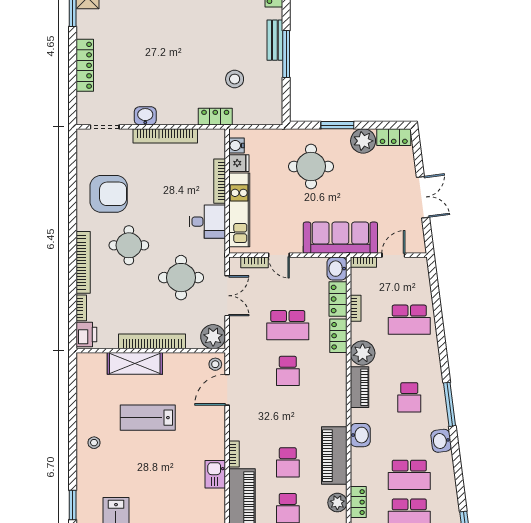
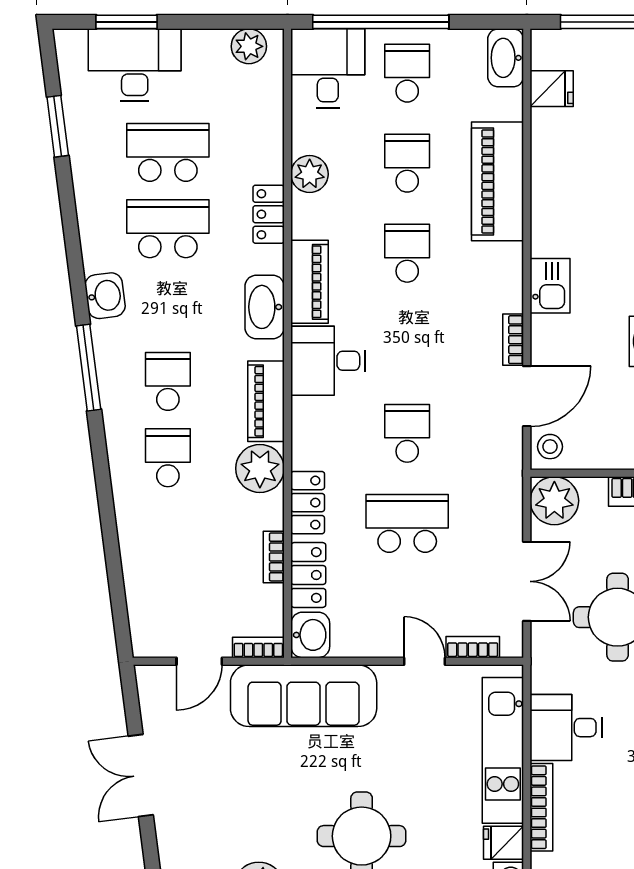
double door: (227, 296) -> (527, 581), swing flipped
school desk: (409, 320) -> (168, 458), moved, width x0.54
desk: (328, 408) -> (328, 361), added
washbasin: (360, 435) -> (265, 307), width x1.38
bookcase: (234, 454) -> (513, 340), moved
piano: (334, 456) -> (310, 282), width x0.73, depth x0.75
kitchen sink: (215, 474) -> (550, 286), moved
locker: (358, 502) -> (269, 214), moved

